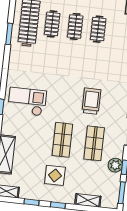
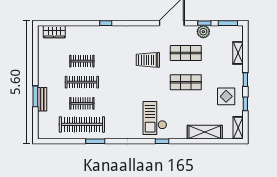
clothes rail: (75, 26) -> (82, 82), width x1.36
display table: (55, 175) -> (226, 96), moved

